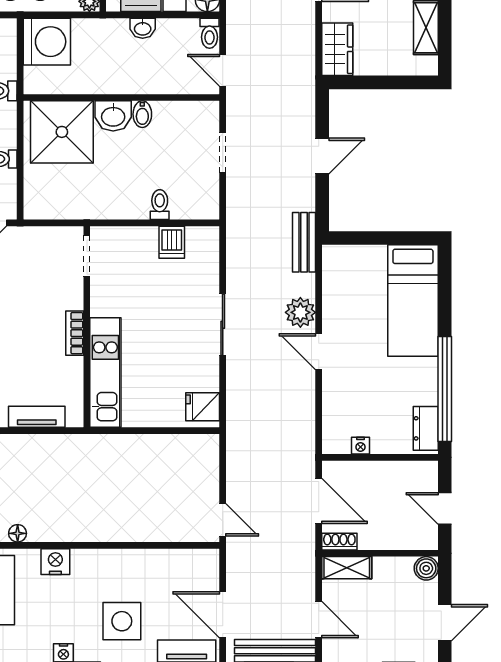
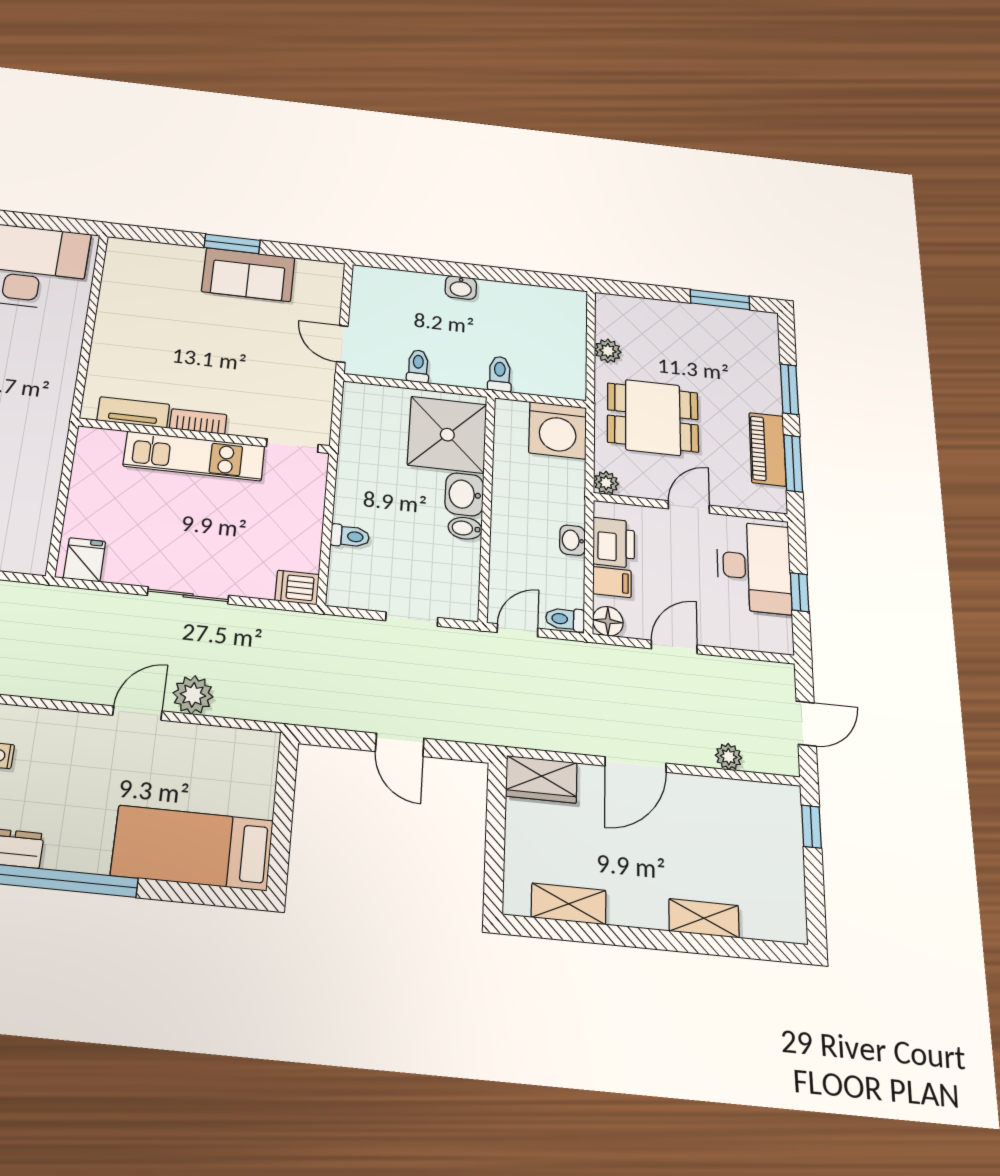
dishwasher: (172, 242) -> (297, 587), moved
bench: (304, 242) -> (286, 709), removed
kitchen unit: (105, 373) -> (194, 456), moved
tv unit: (37, 417) -> (133, 412), moved, turned -90

